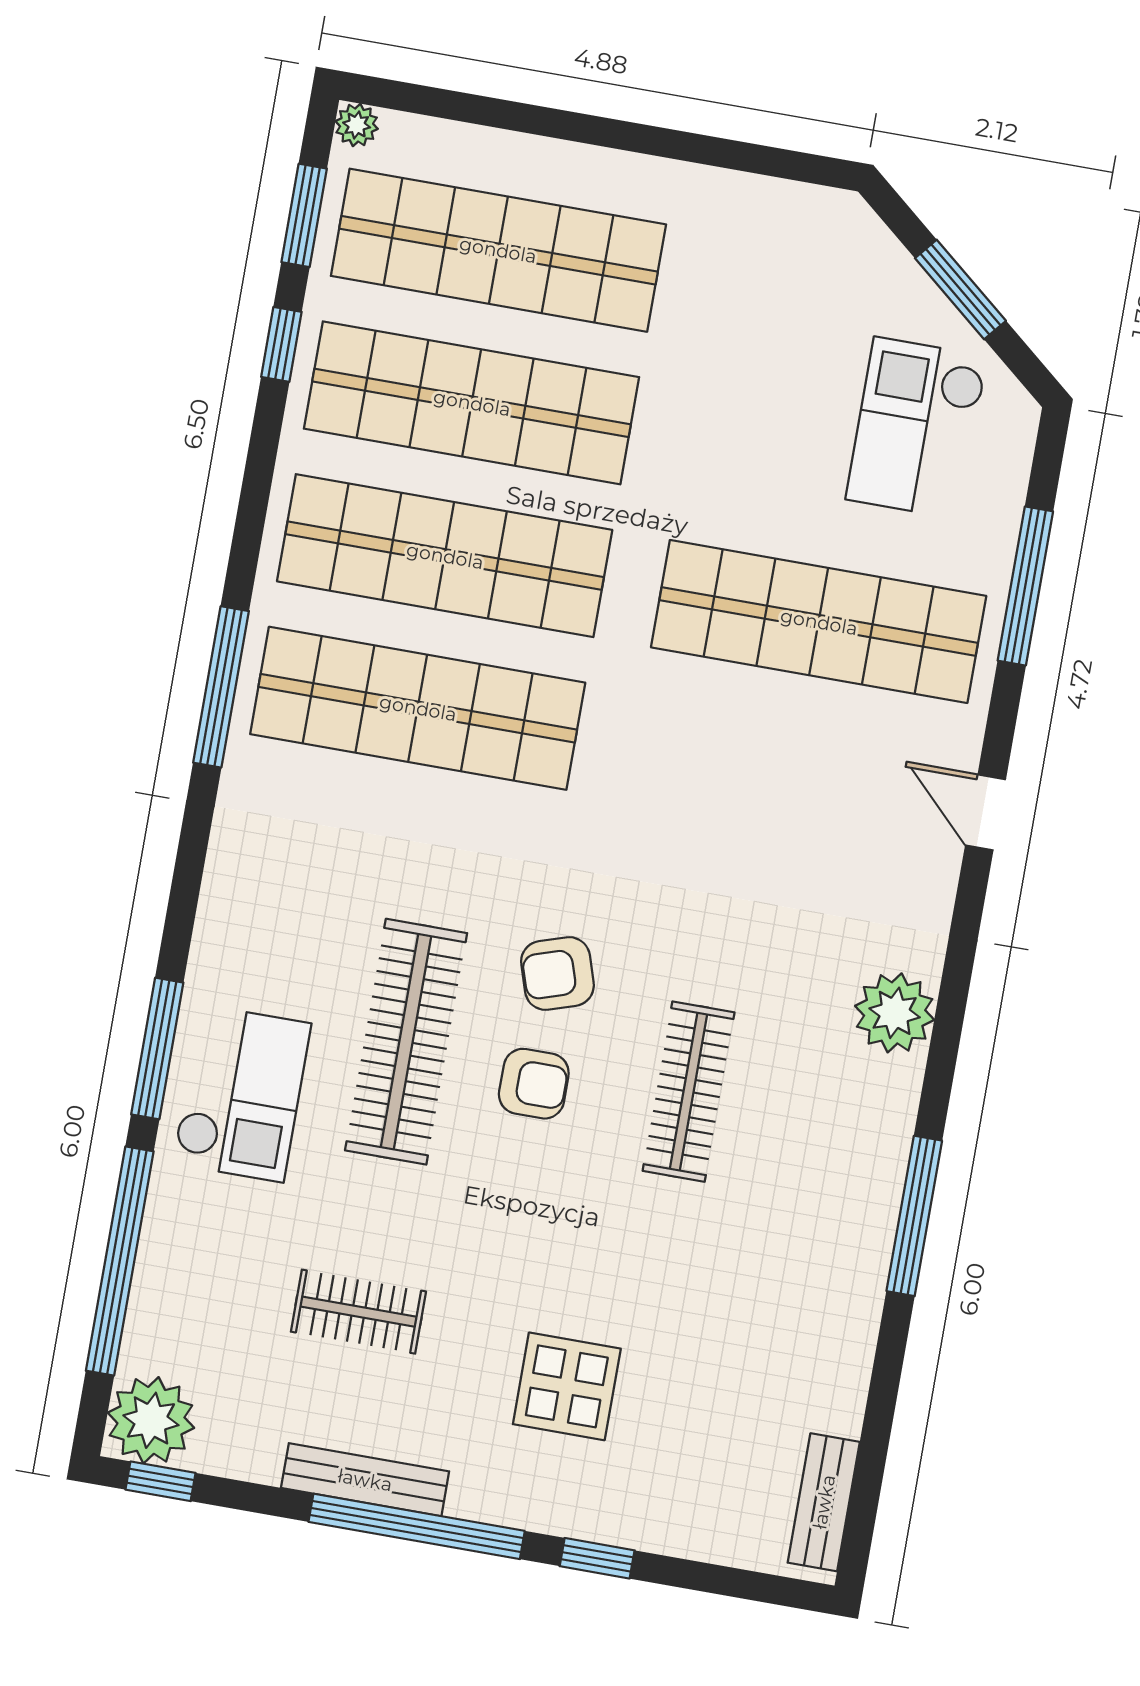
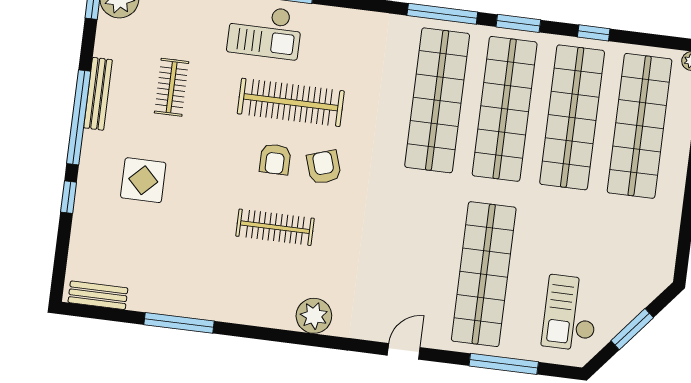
window: (304, 215) -> (518, 23), moved
checkout: (917, 428) -> (571, 313), turned -90
window: (914, 1216) -> (179, 323), moved

